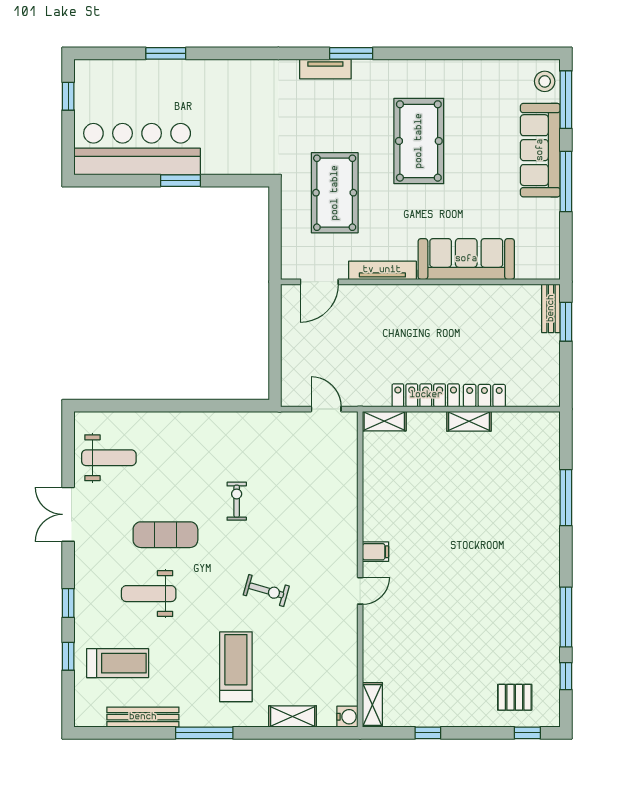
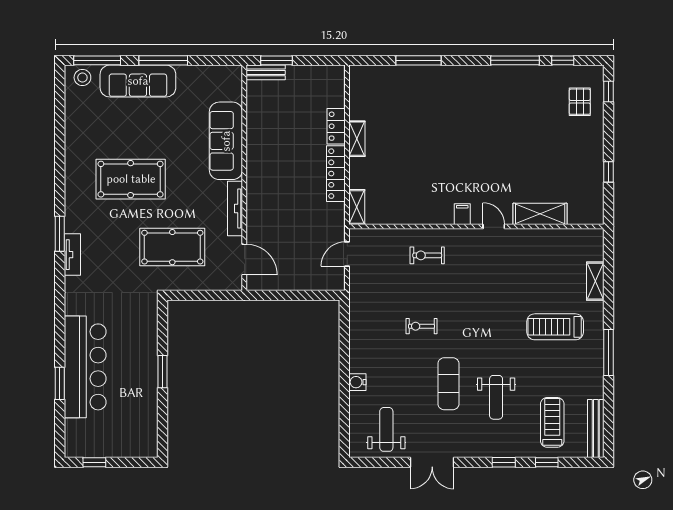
bar counter: (137, 149) -> (85, 367), moved, turned 180
exercise bike: (266, 590) -> (427, 255), moved, turned -106
shelving: (372, 705) -> (540, 214), moved, width x1.50, depth x1.33
bench: (143, 717) -> (596, 429), moved
water cooler: (347, 717) -> (357, 382), moved, turned -90

